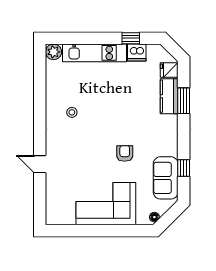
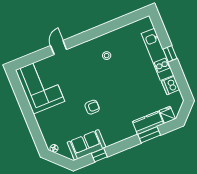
window: (131, 38) -> (170, 54), moved
plant: (54, 52) -> (146, 24), removed
corner sofa: (106, 204) -> (40, 86), moved

